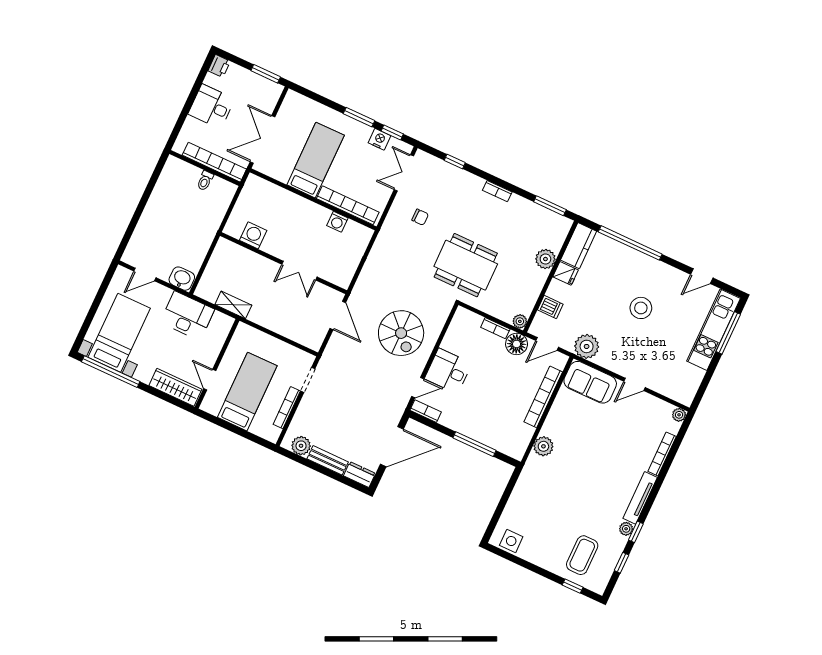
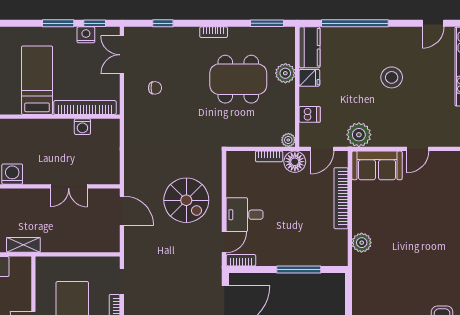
dining table: (466, 265) -> (238, 79), moved

